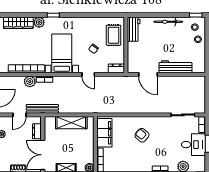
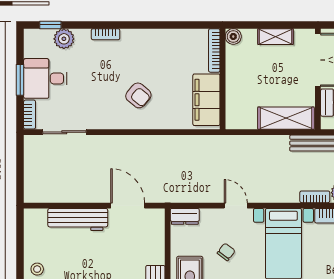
shelving: (71, 123) -> (286, 118), moved

